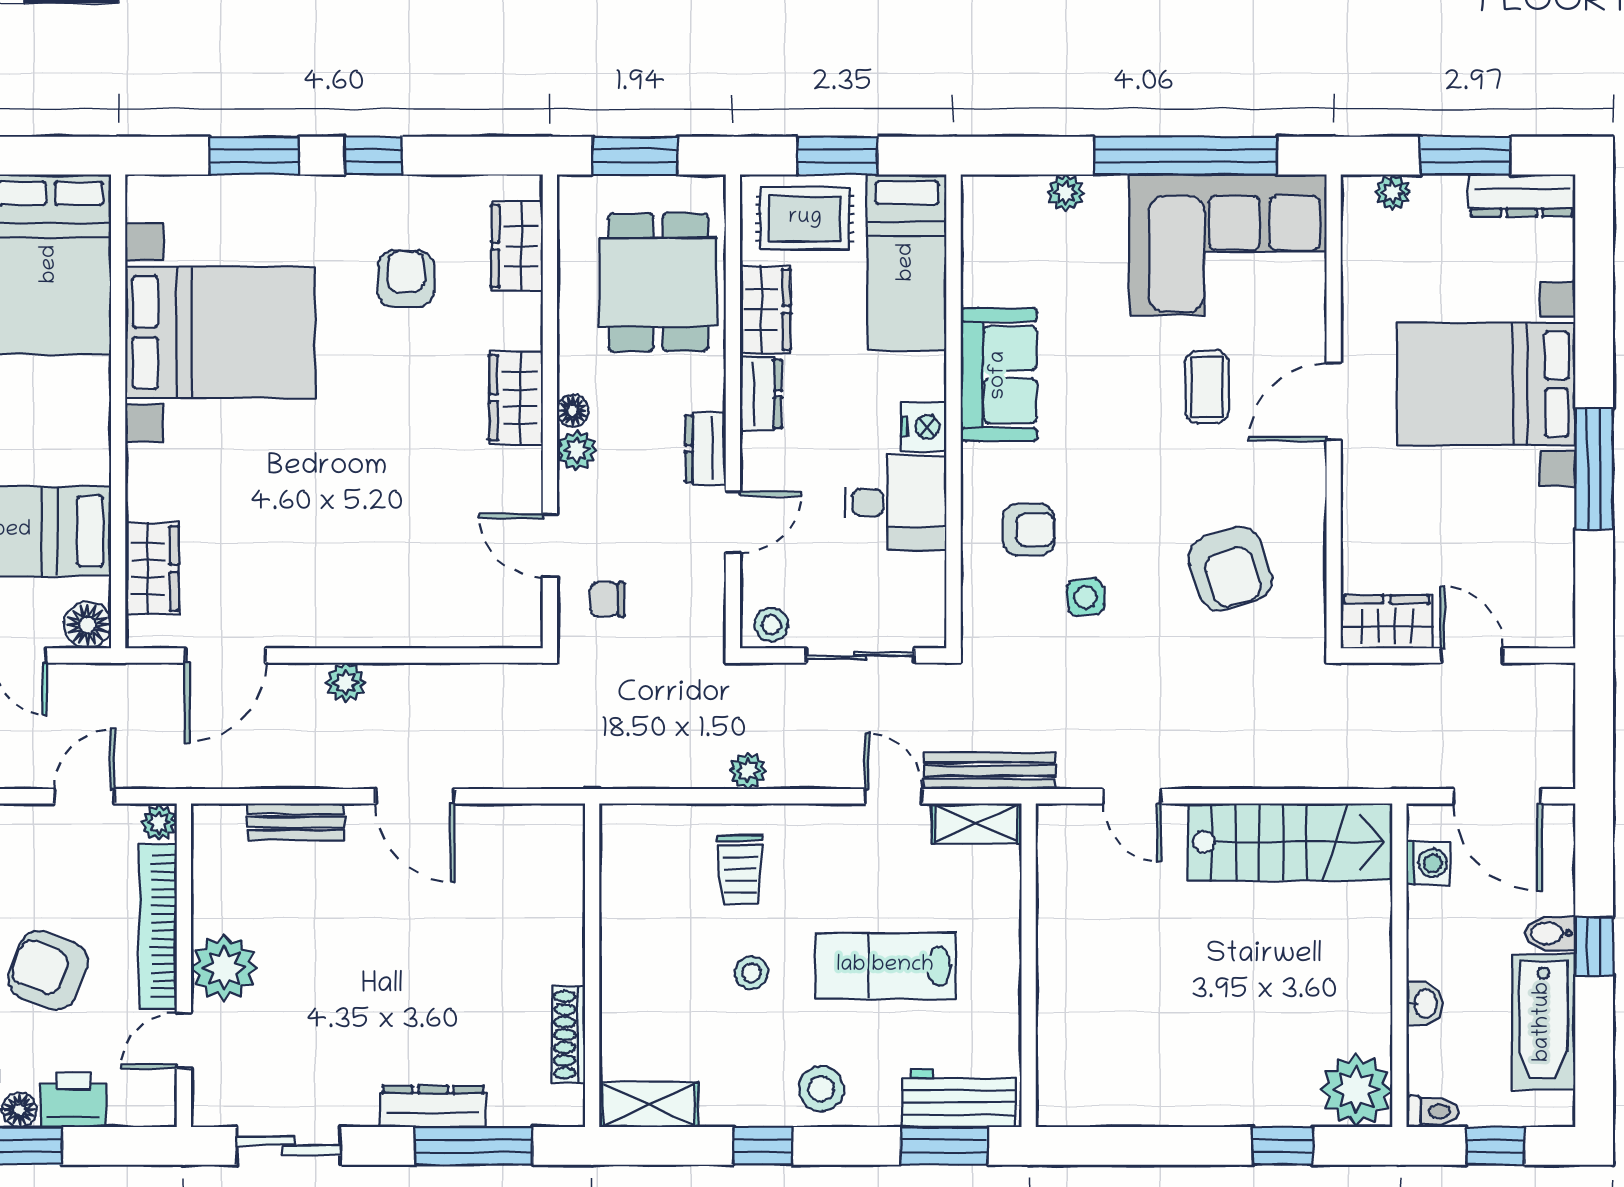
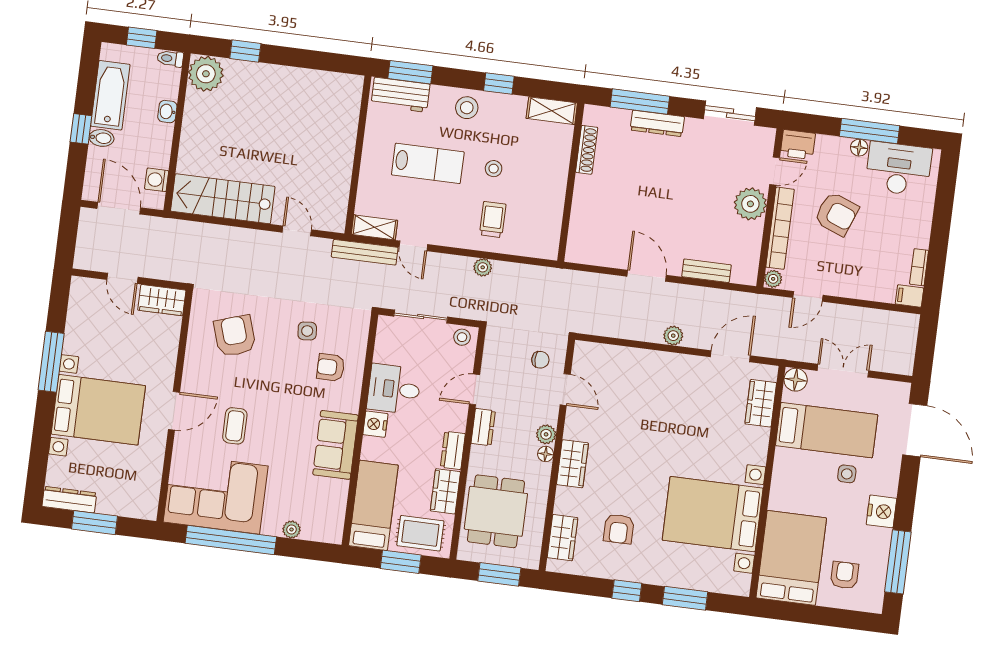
plant: (1393, 192) -> (132, 509), removed
printer: (73, 1100) -> (798, 145), moved

